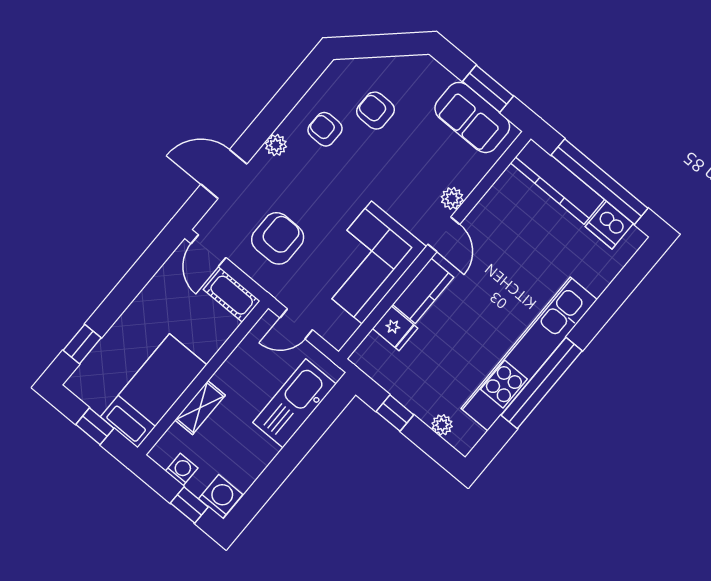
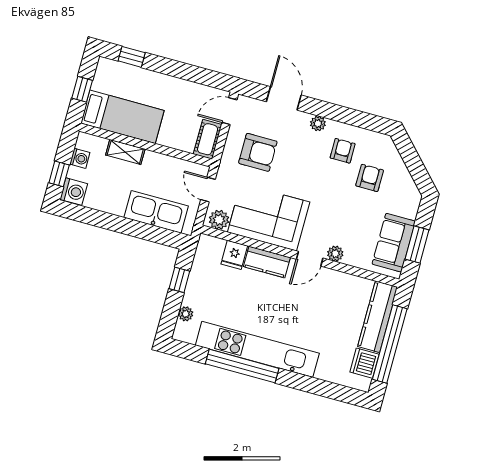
plant: (341, 327) -> (219, 220), added

